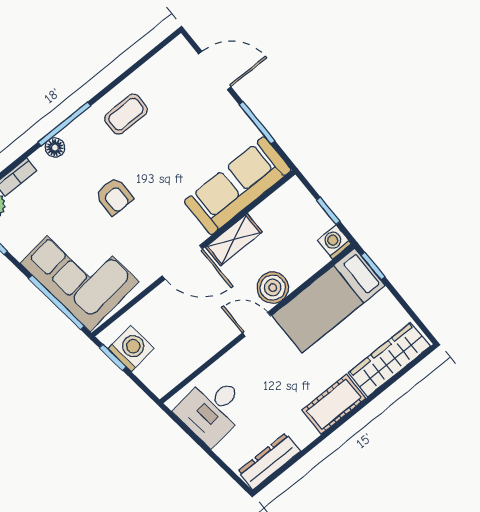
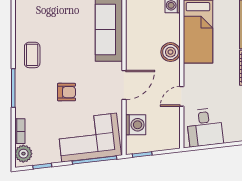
floor lamp: (55, 148) -> (21, 101), removed
shelving: (234, 240) -> (133, 52), removed
door: (256, 324) -> (182, 96), moved
washing machine: (131, 348) -> (136, 125), moved, turned 97

